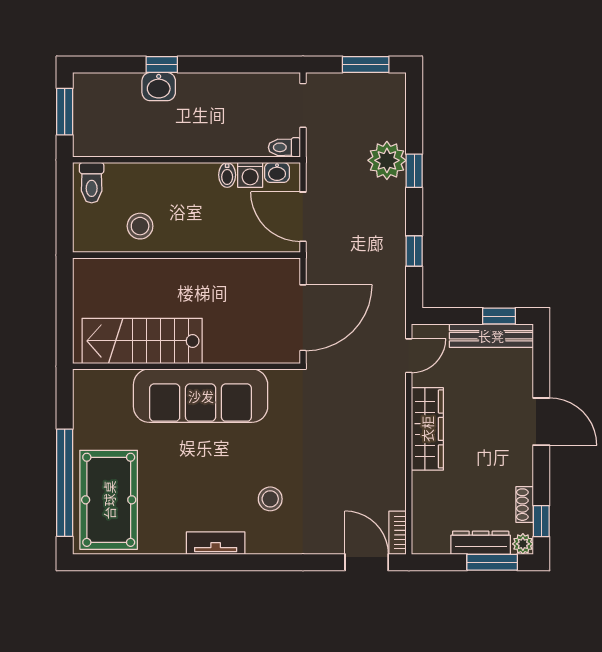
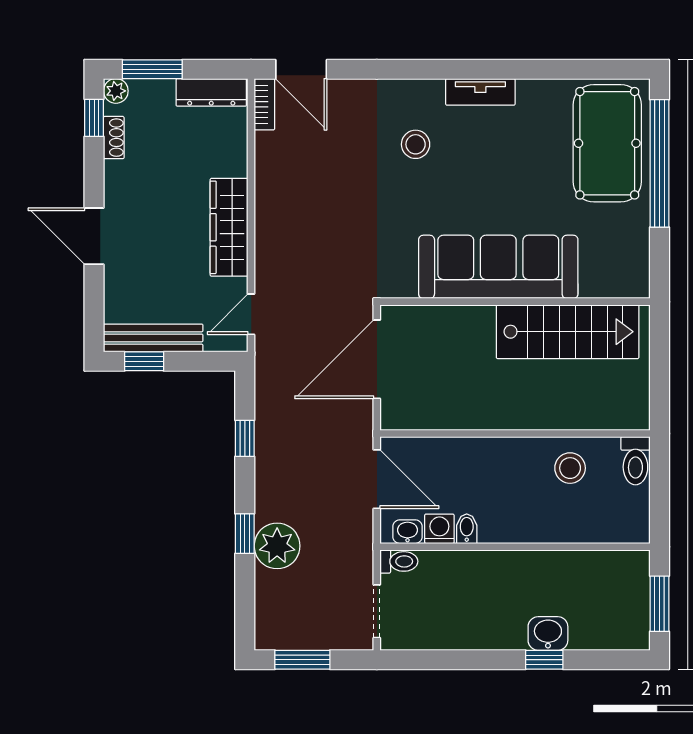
toilet: (92, 183) -> (635, 461), moved, turned 180
dresser: (481, 543) -> (211, 92), moved

